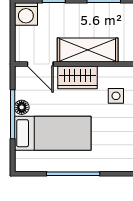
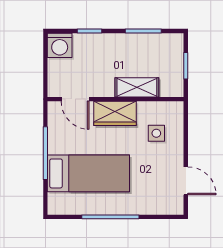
shelving: (88, 50) -> (137, 87), width x0.67, depth x0.75
floor lamp: (22, 107) -> (55, 146), removed

